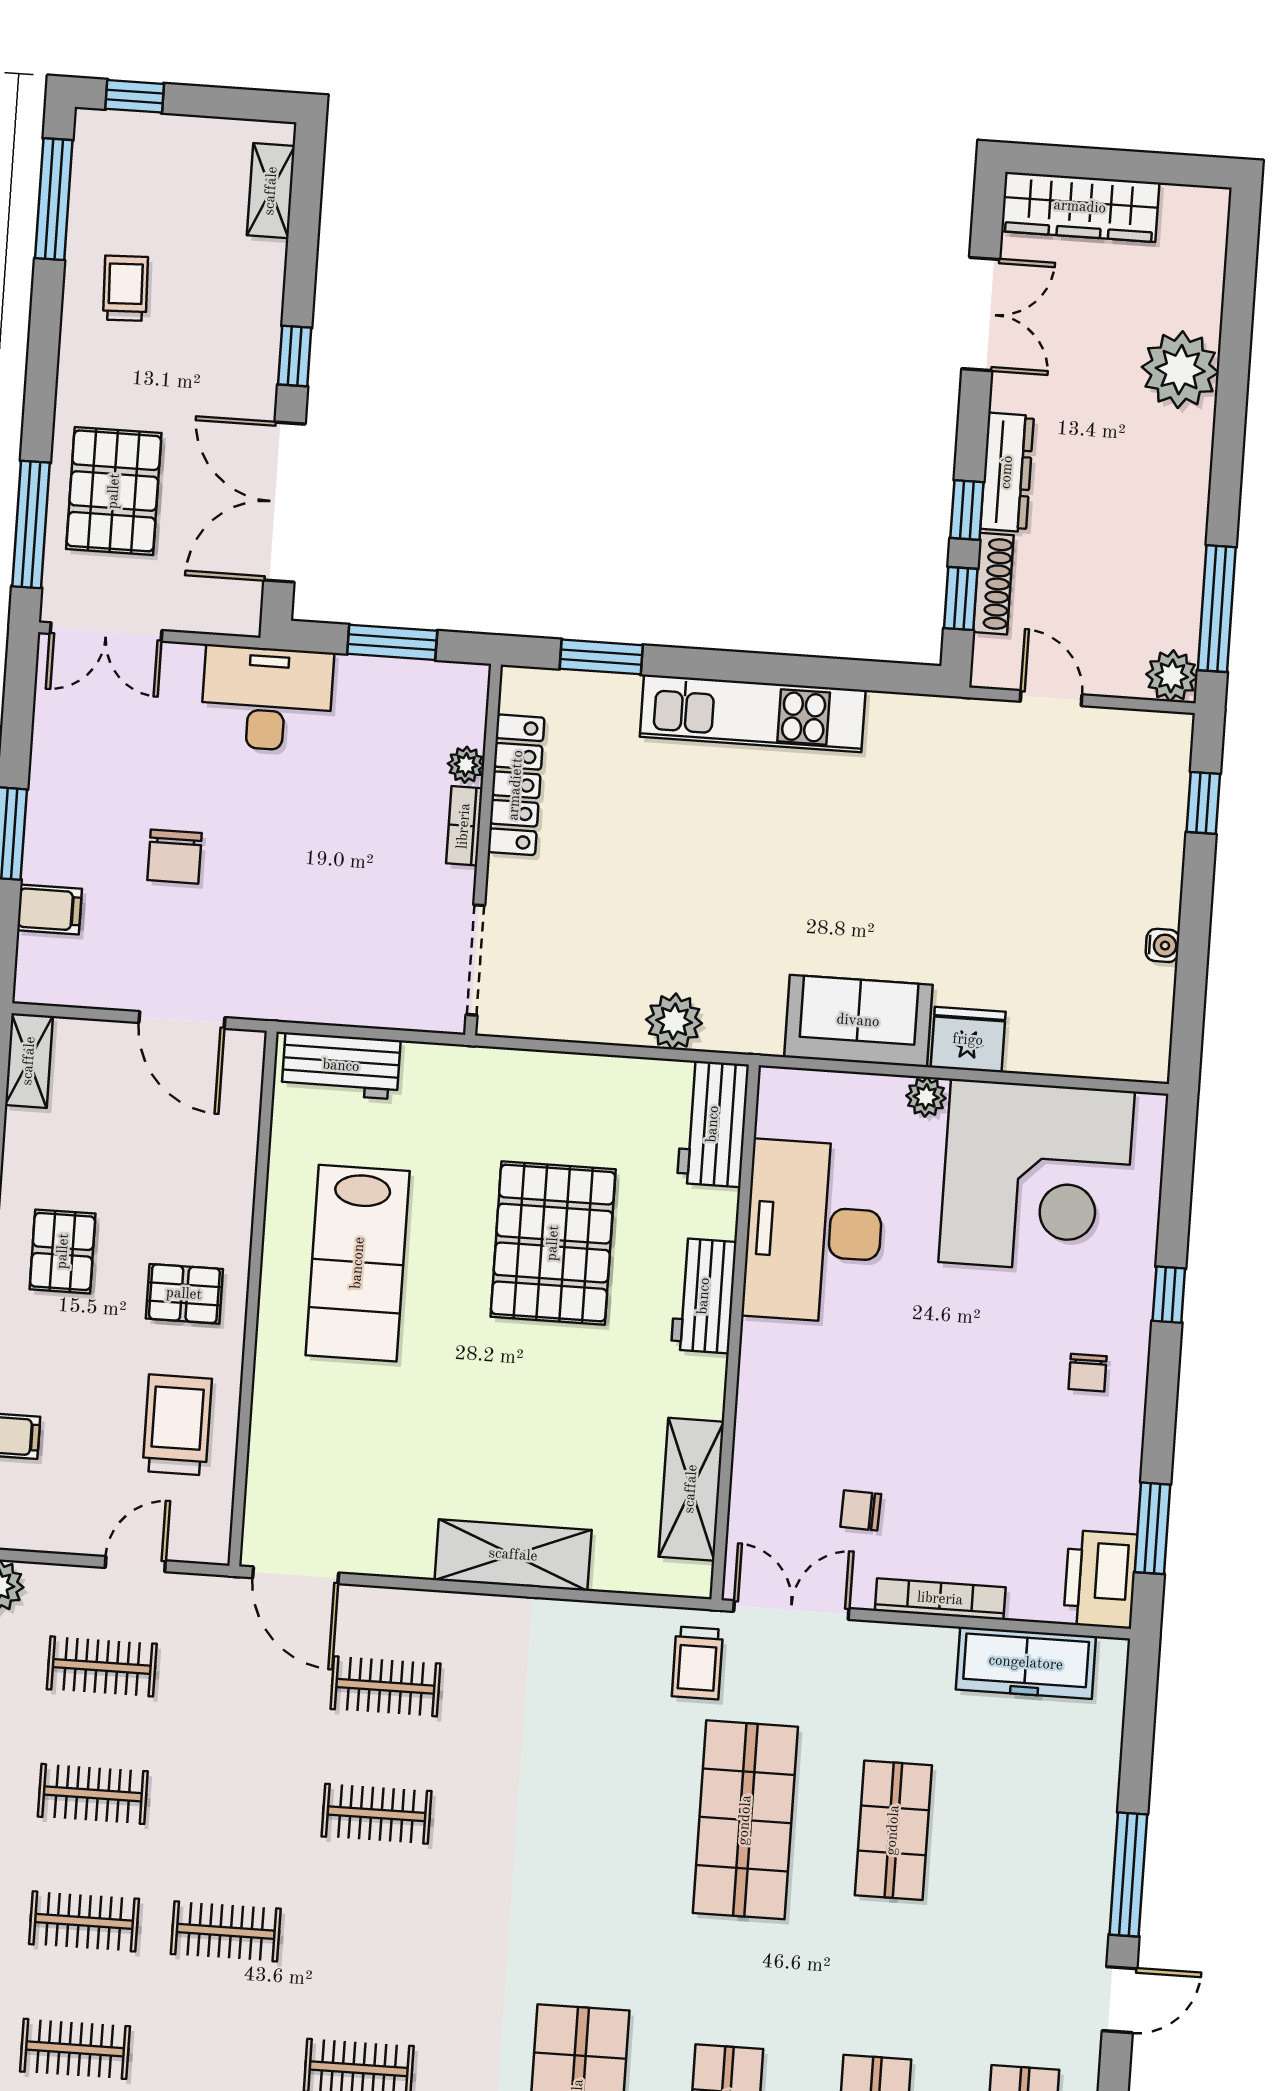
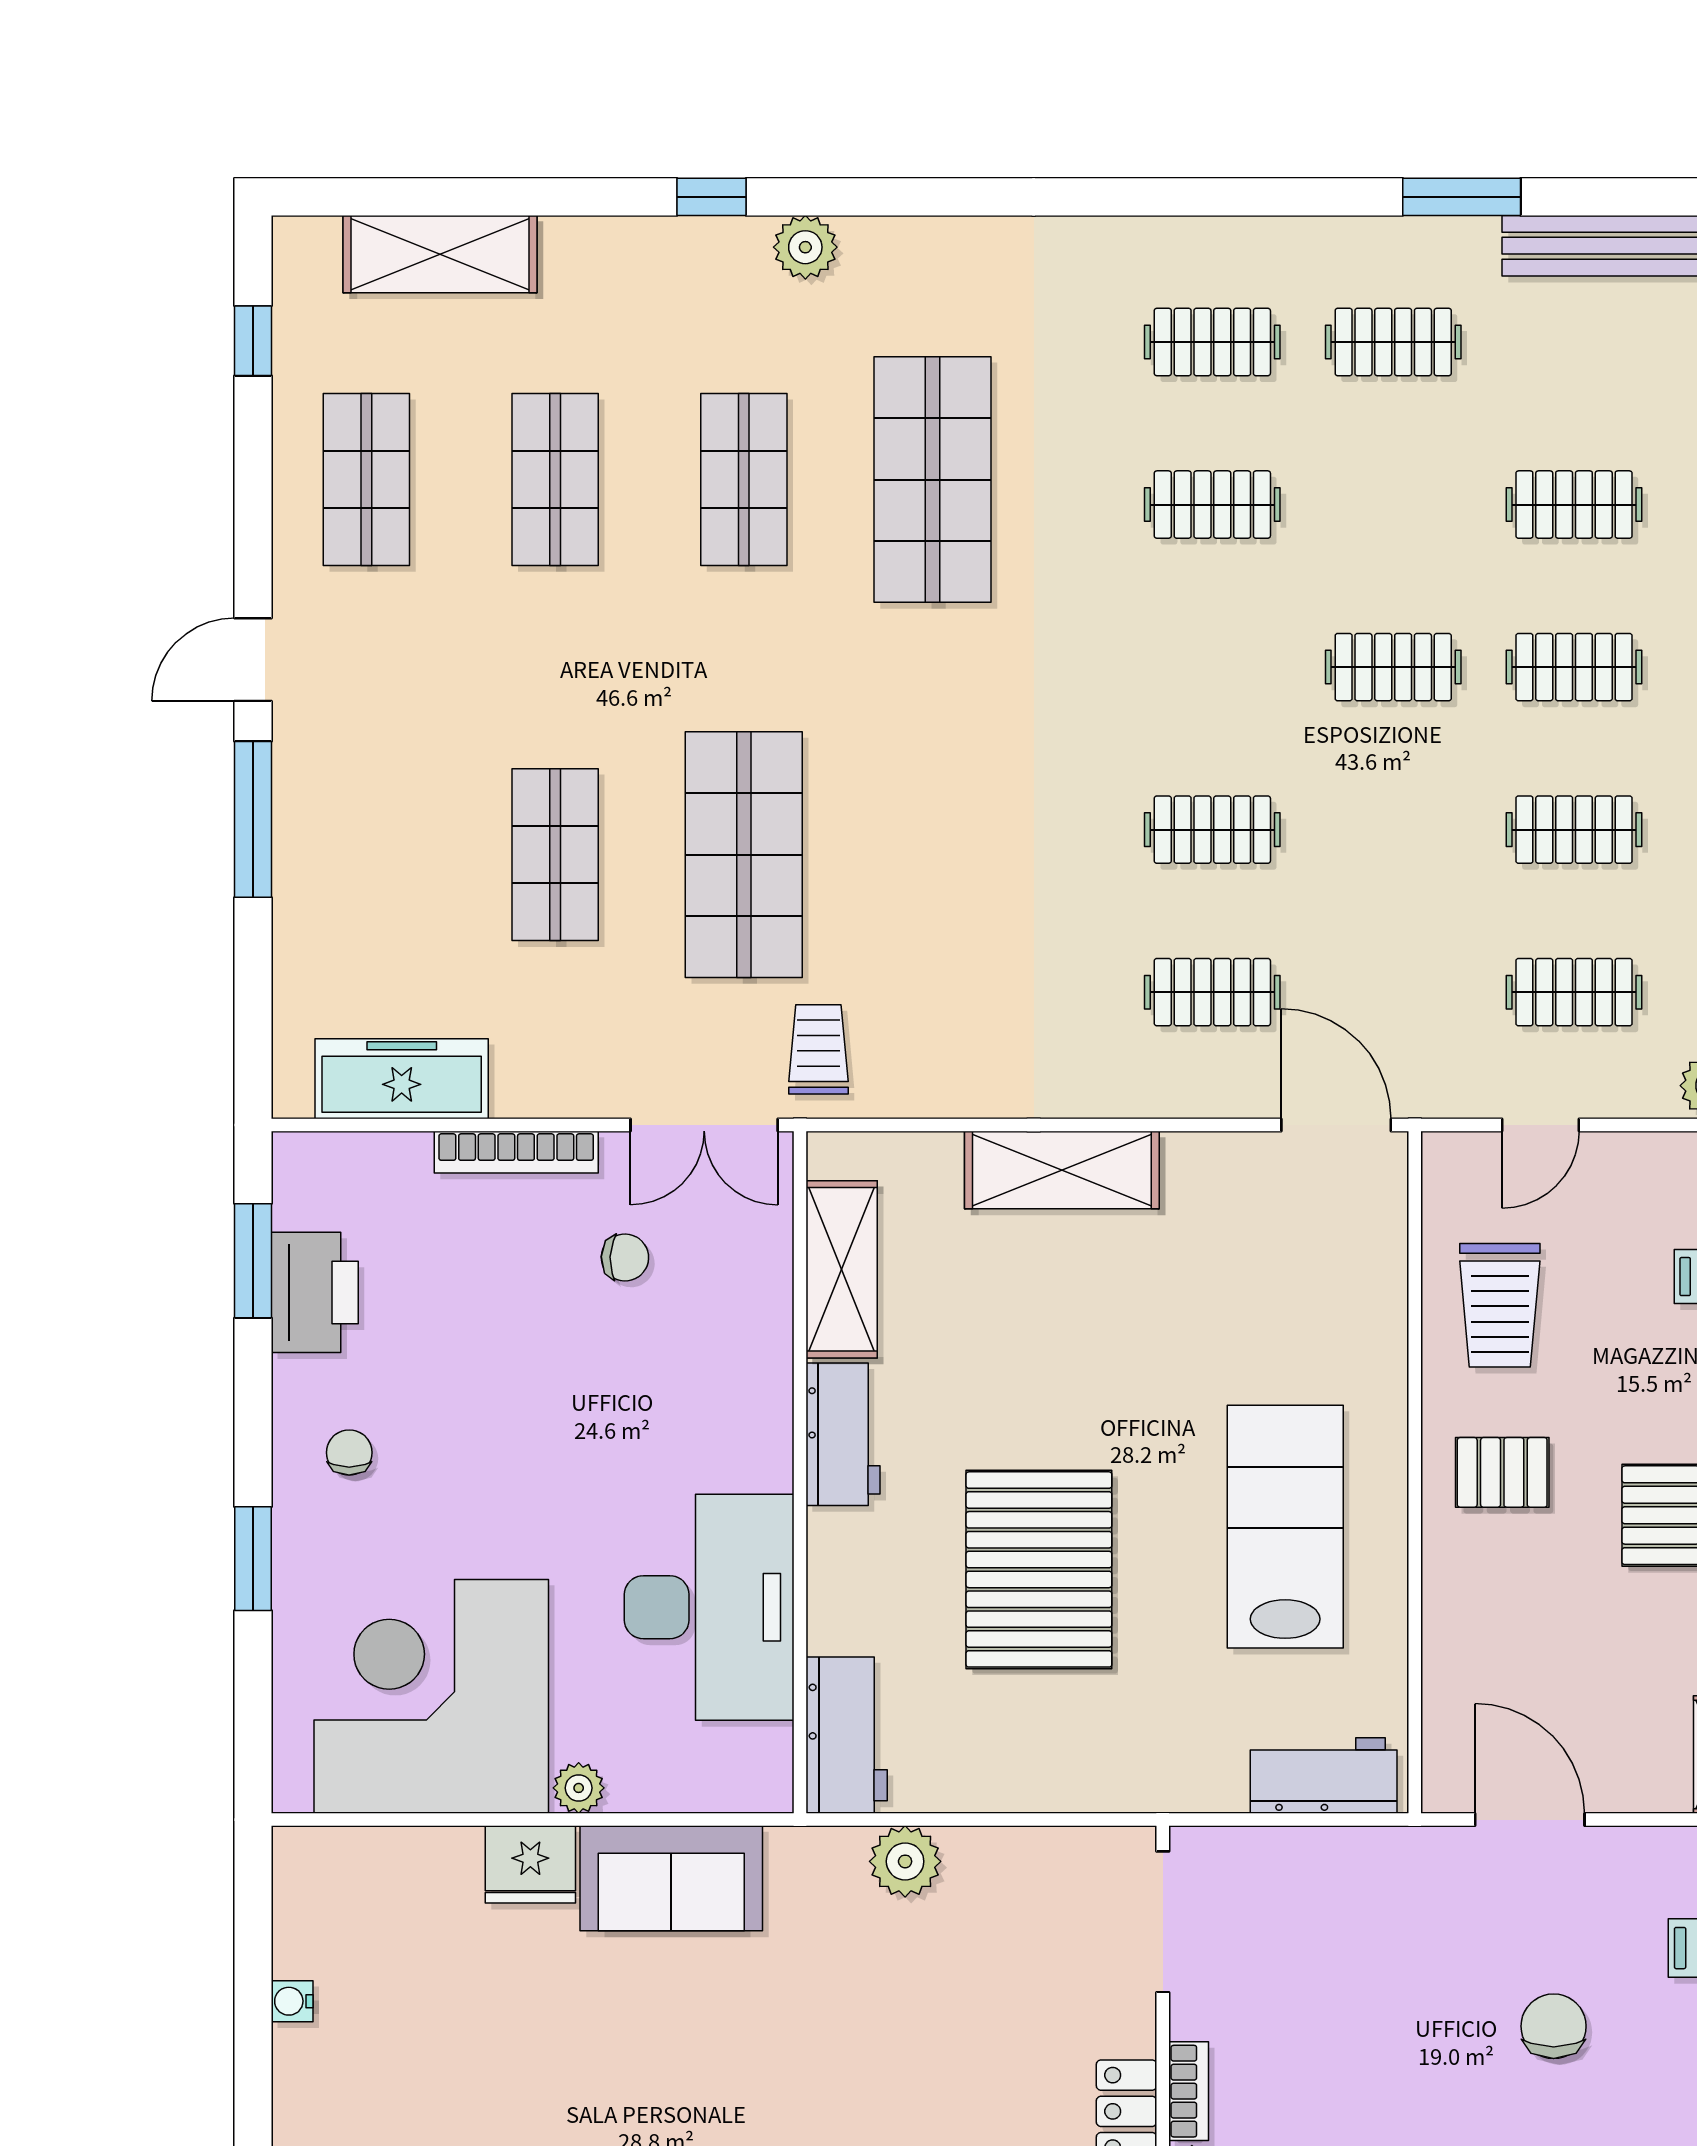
window: (1169, 1295) -> (253, 1559), width x1.50
workbench: (704, 1296) -> (843, 1434), moved
printer: (1100, 1579) -> (315, 1292), moved

